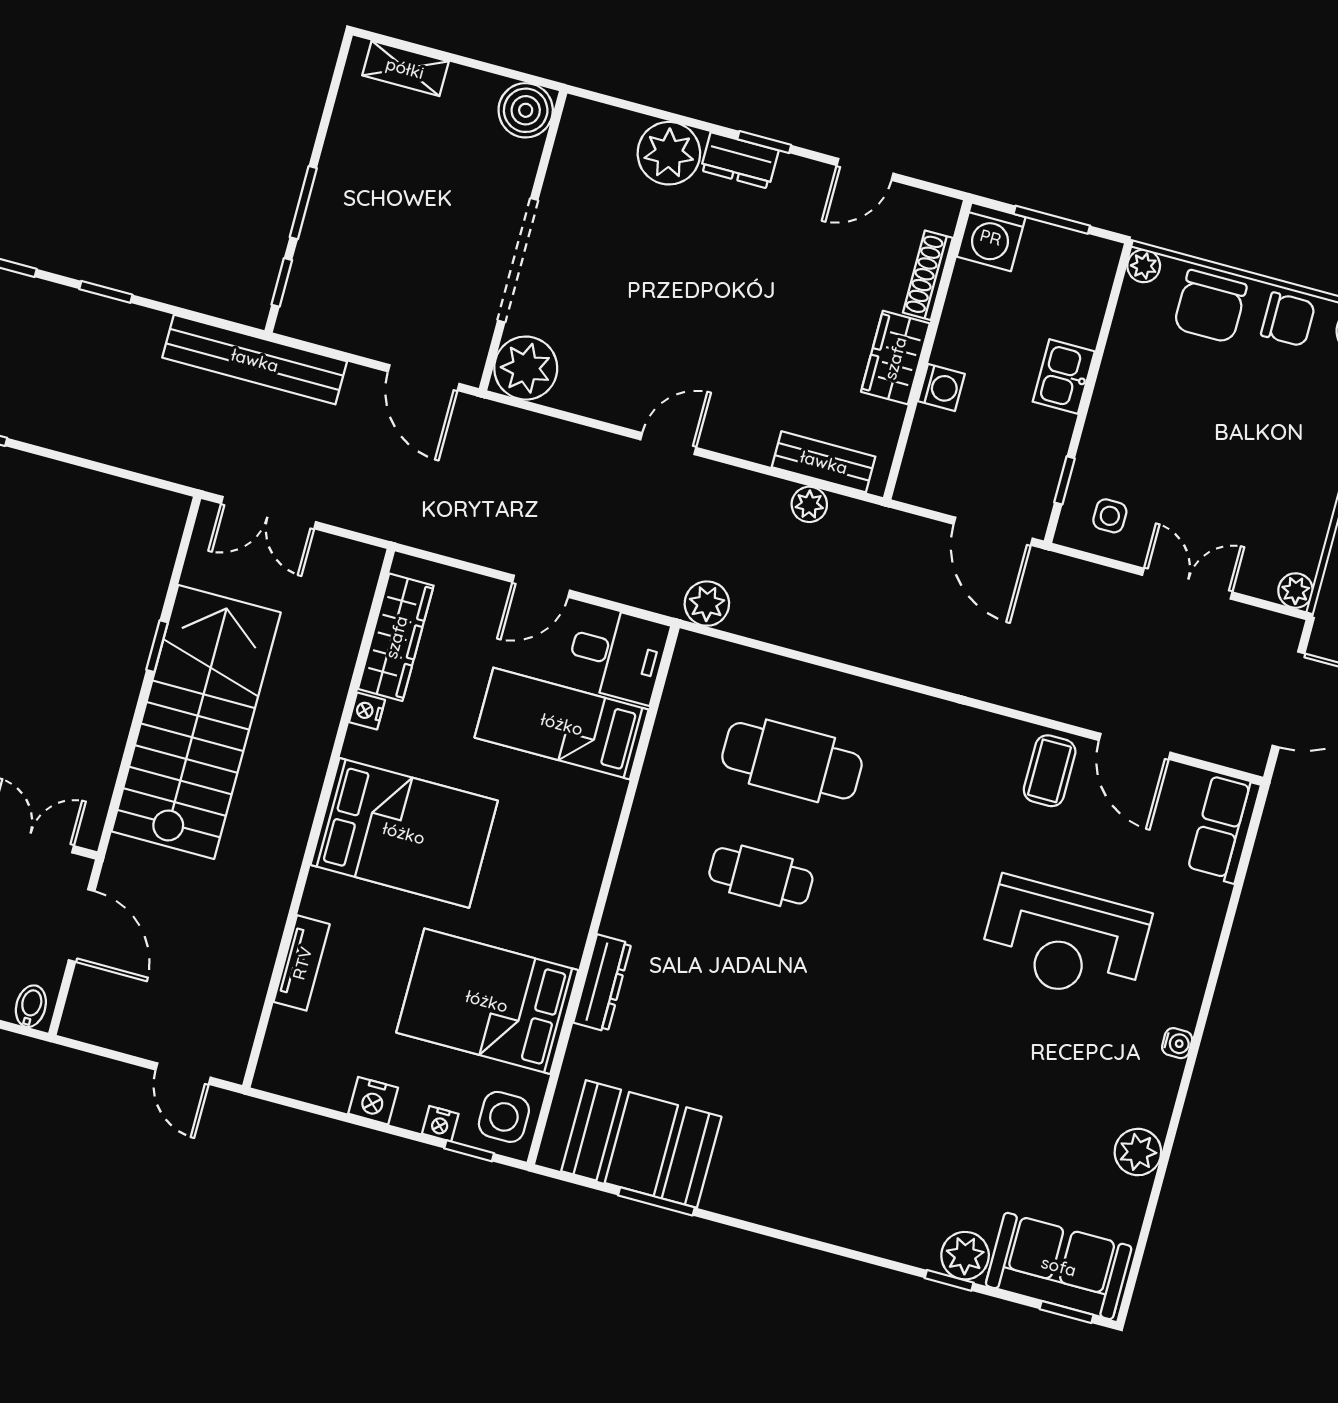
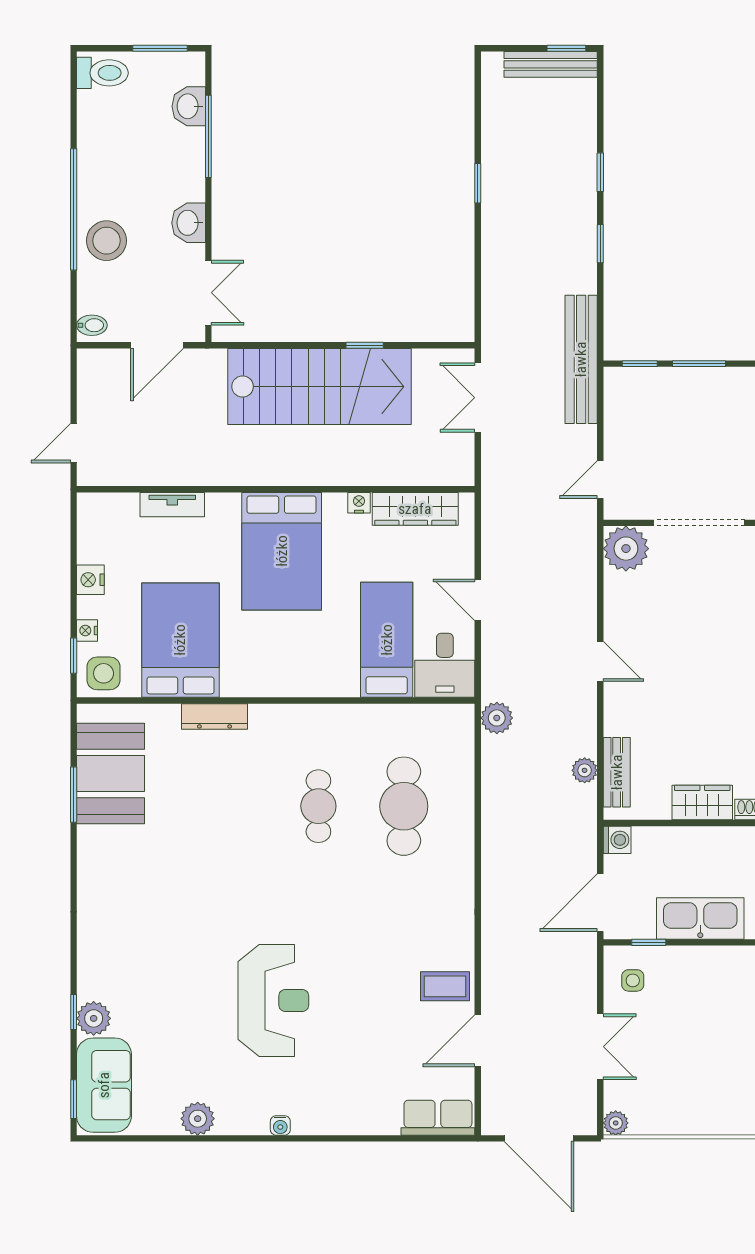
kitchen sink: (1064, 376) -> (700, 918), width x1.87, depth x1.24
door: (424, 378) -> (600, 480), width x0.73
washing machine: (941, 388) -> (617, 840), moved, turned -90
reception desk: (1065, 941) -> (273, 1000), moved, turned 180

